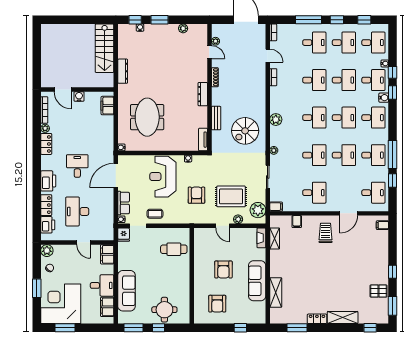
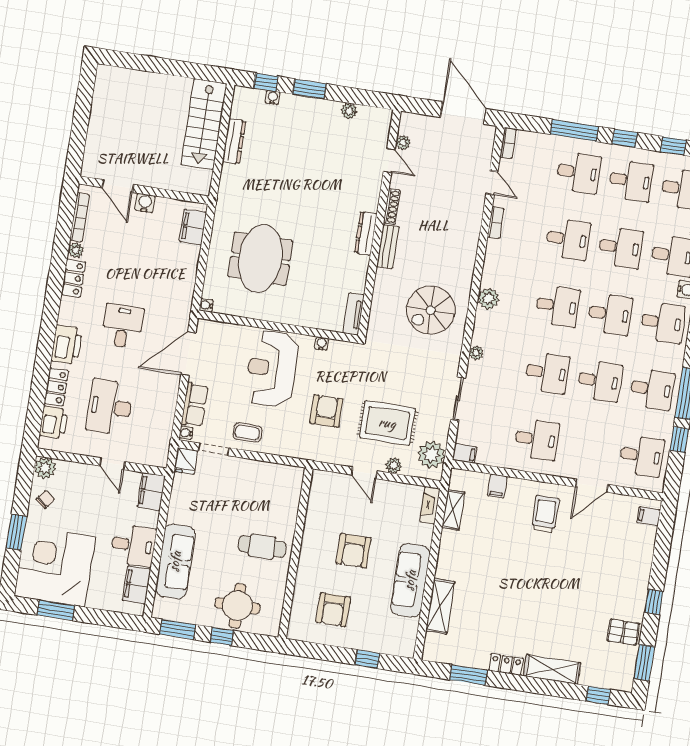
dresser: (123, 71) -> (234, 141), moved
bench: (216, 118) -> (388, 247), moved
cafe table: (174, 249) -> (262, 547), moved

